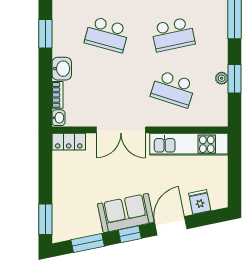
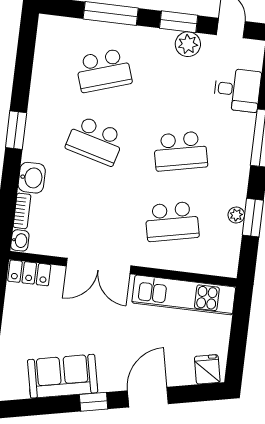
school desk: (173, 89) -> (172, 221), turned -30
fridge: (200, 202) -> (207, 369), moved
sofa: (126, 213) -> (63, 376), moved
window: (88, 243) -> (38, 406), removed

